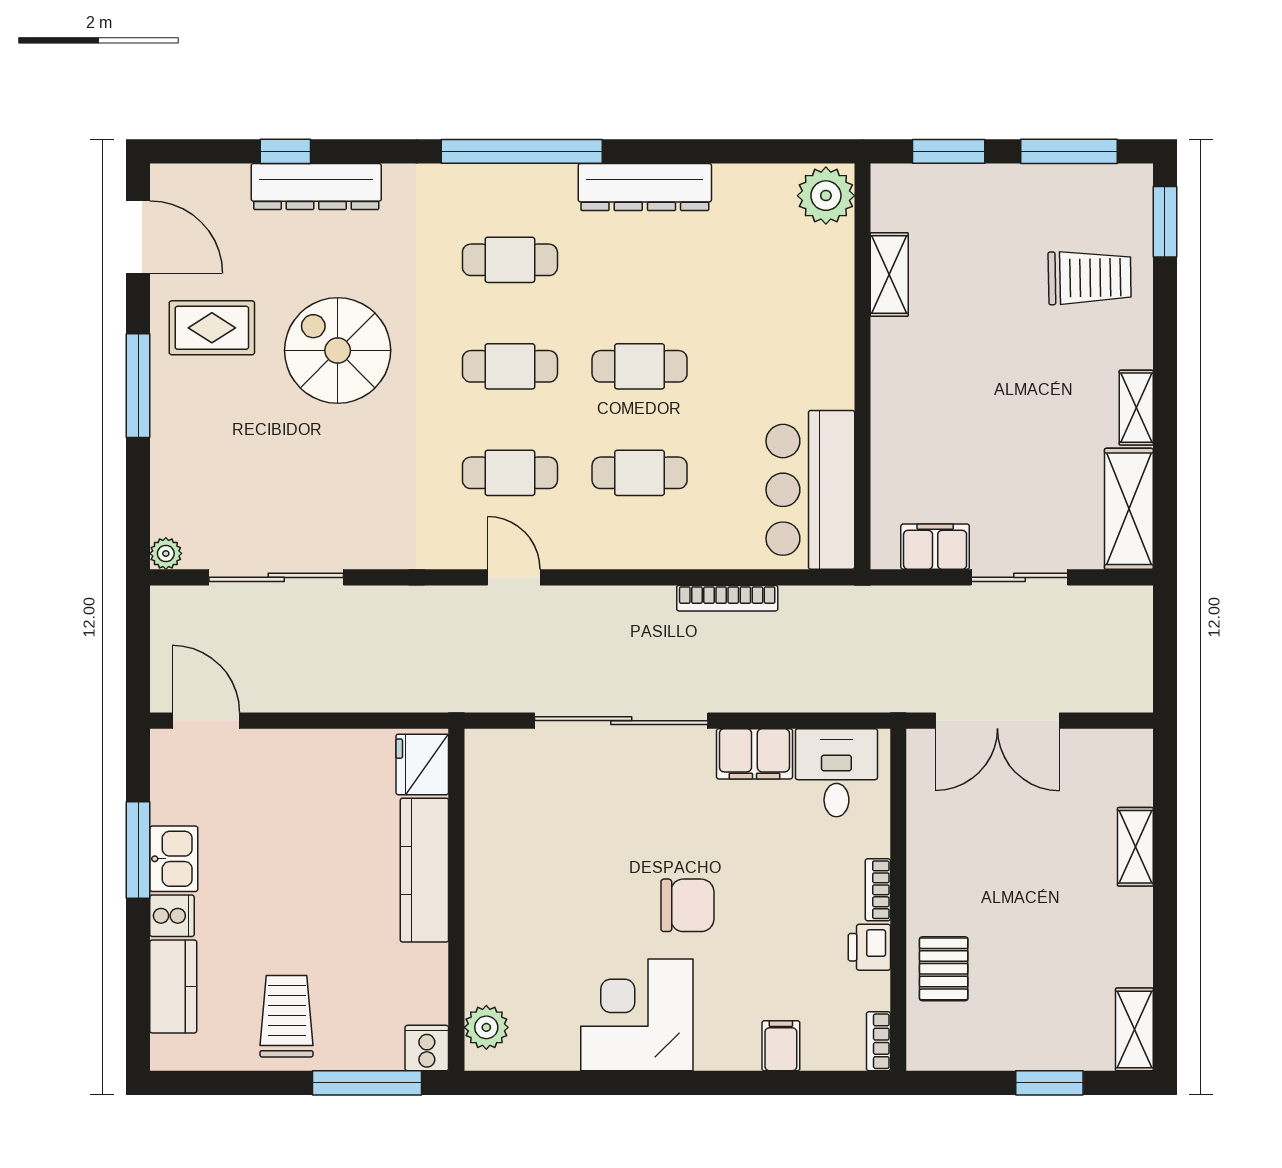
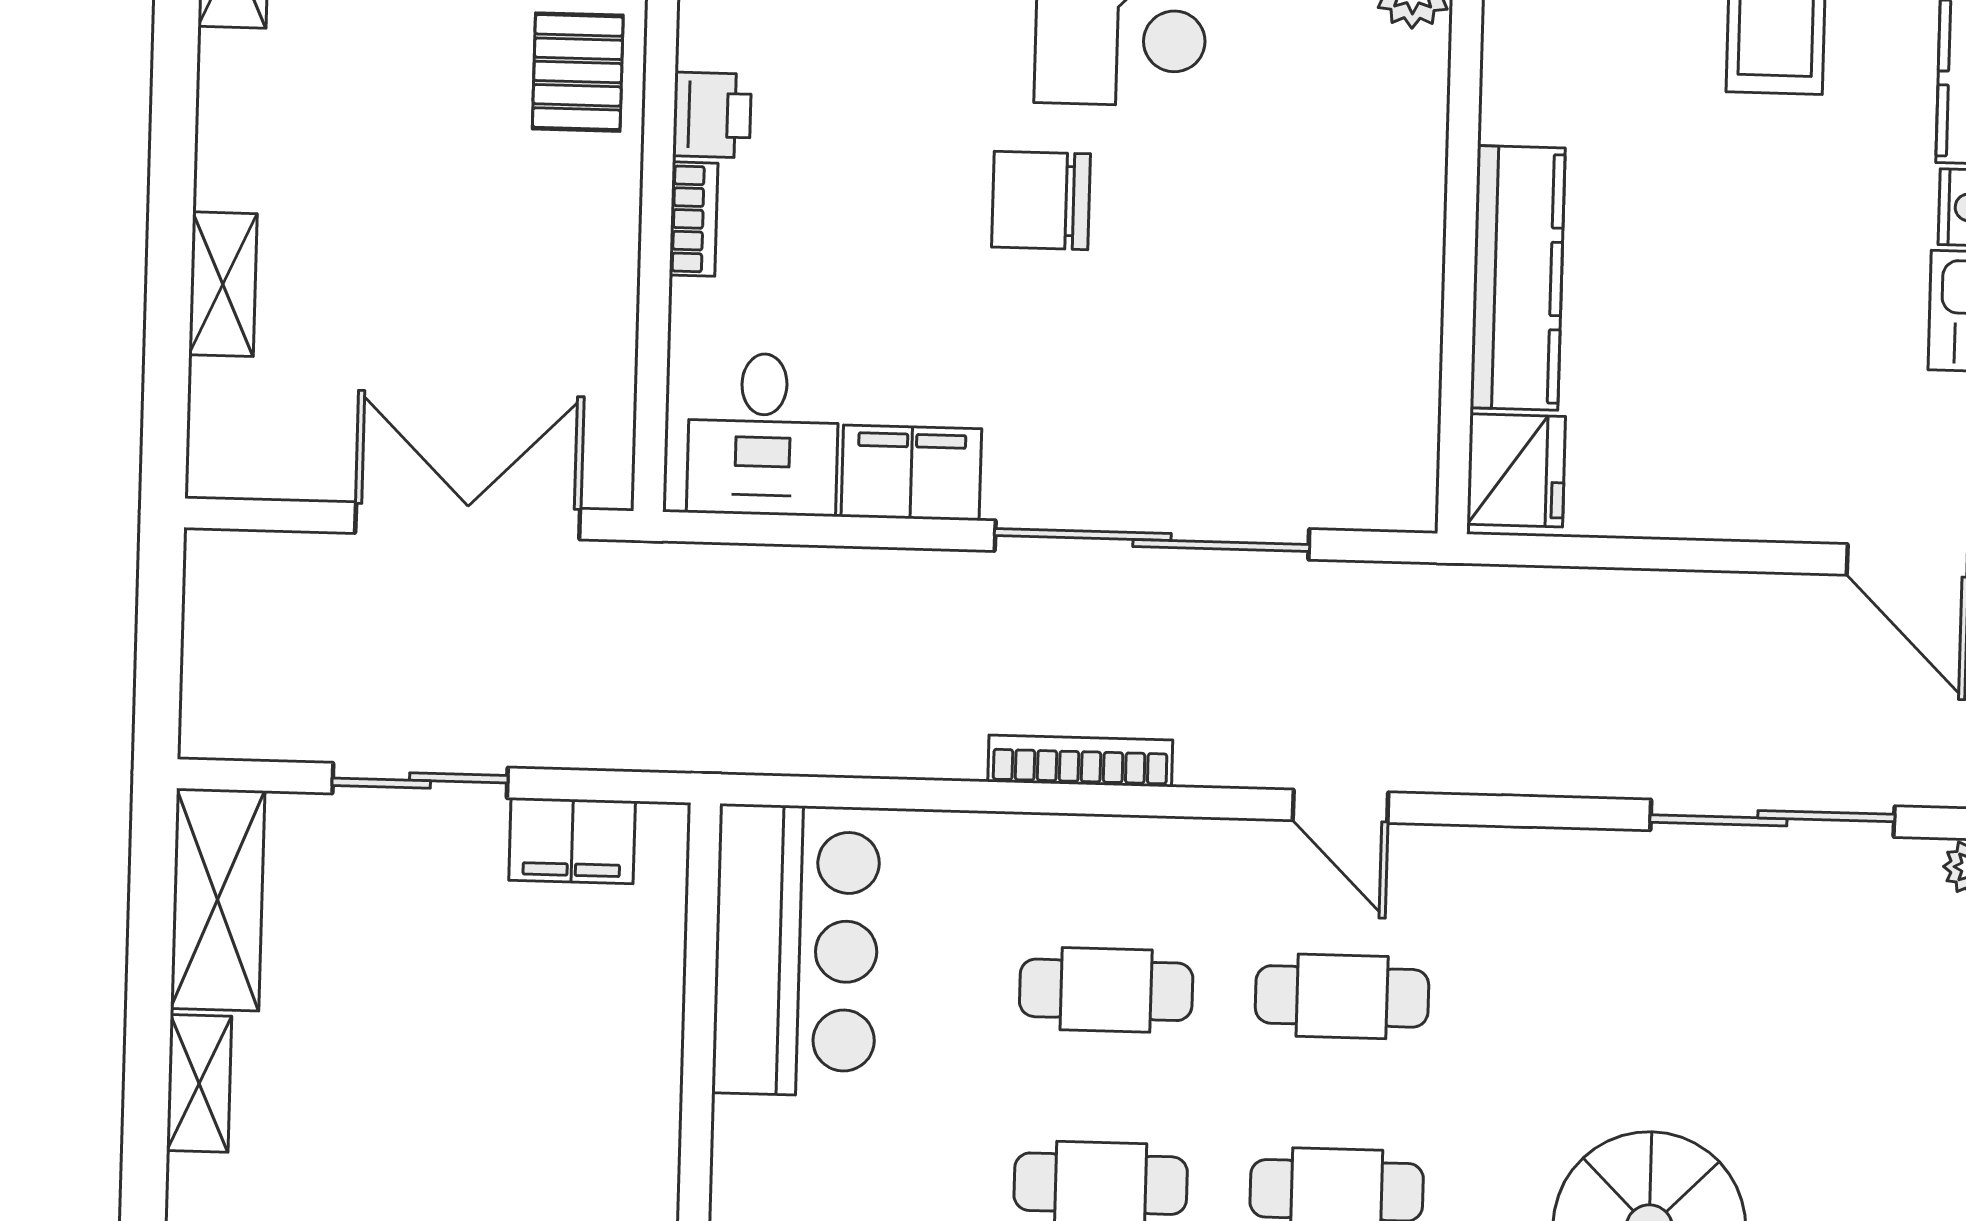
bookcase: (727, 598) -> (1080, 761), moved

